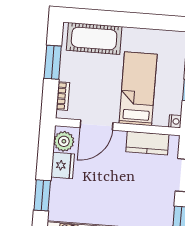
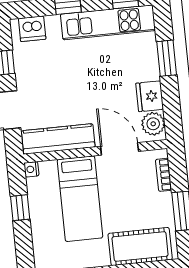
door: (96, 125) -> (120, 149), hinge flipped
kitchen counter: (147, 143) -> (58, 139), width x1.50

